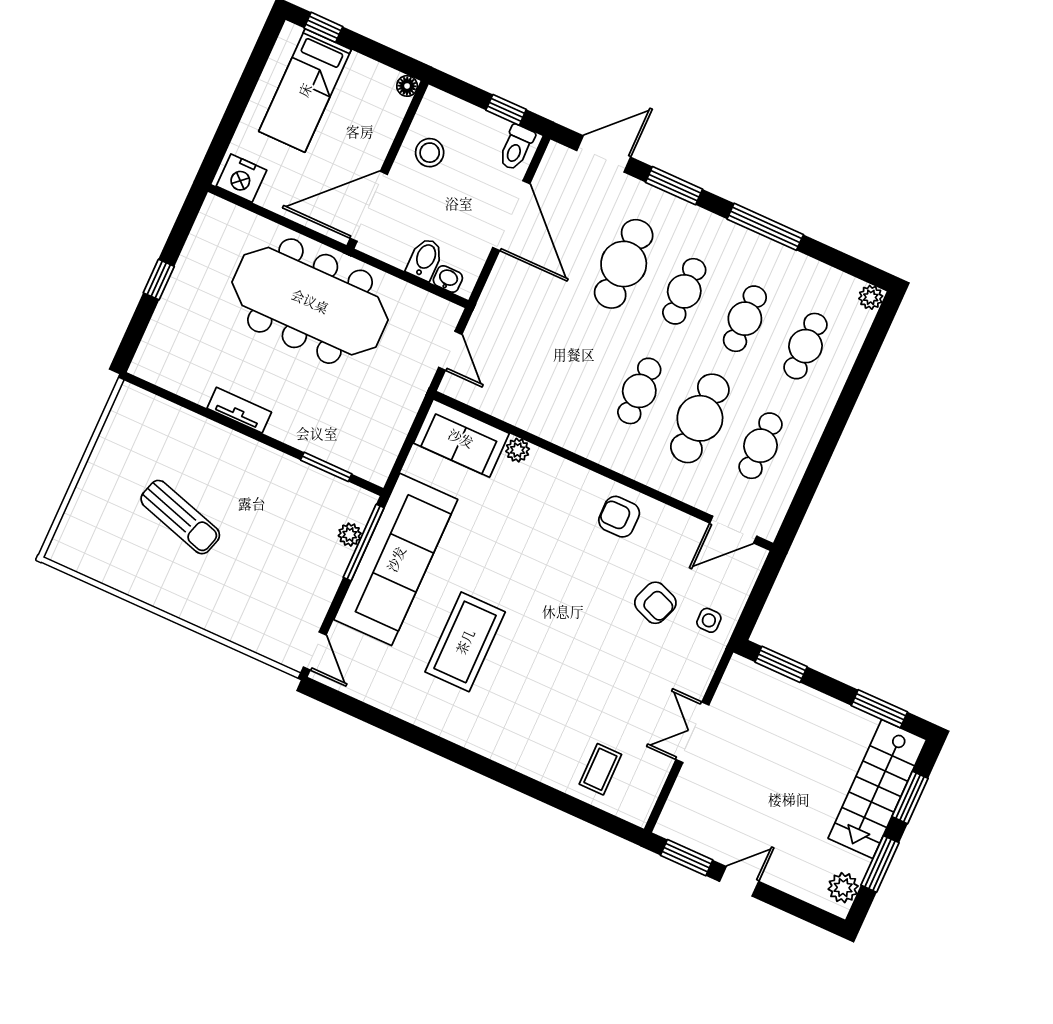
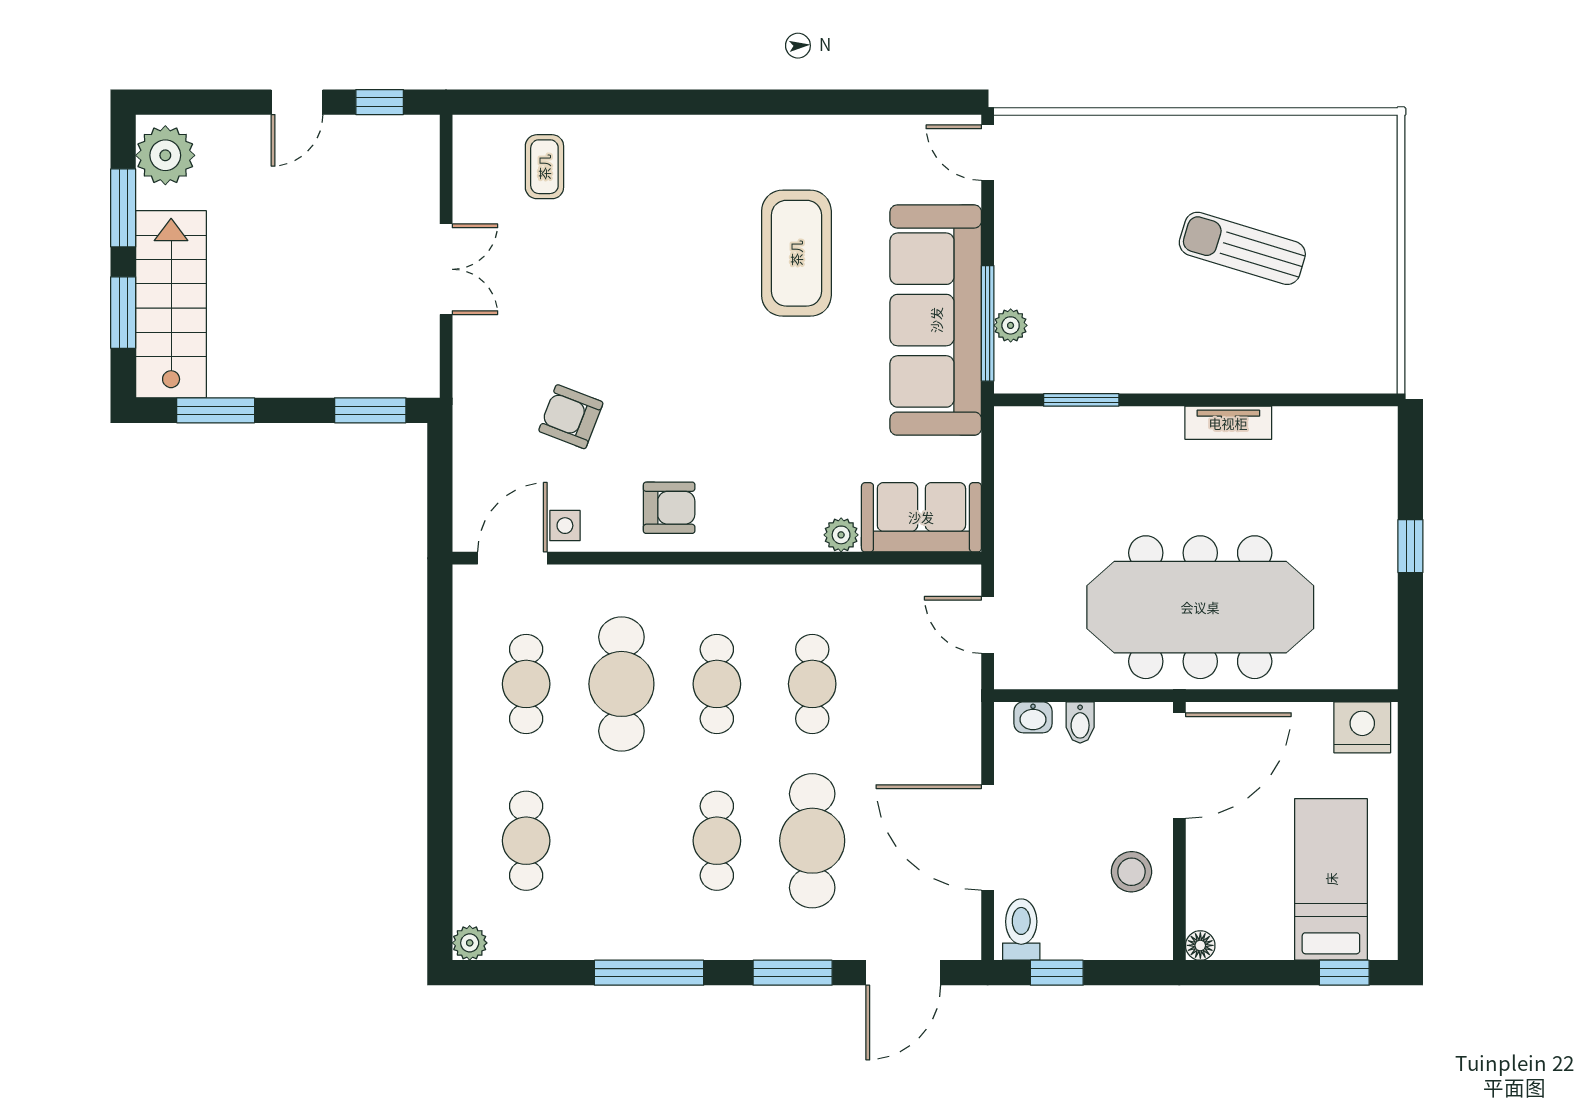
bidet: (425, 259) -> (1080, 723), width x0.72, depth x0.74
cafe table: (745, 319) -> (812, 684), moved
side table: (709, 620) -> (565, 526), moved
window: (687, 858) -> (380, 102), width x0.67
plant: (843, 888) -> (165, 155), width x1.36, depth x1.36

